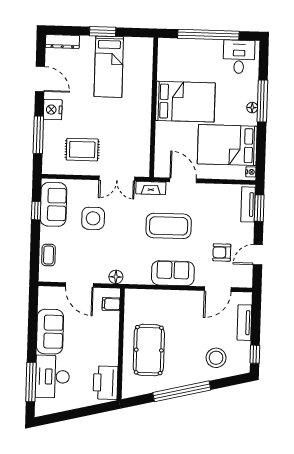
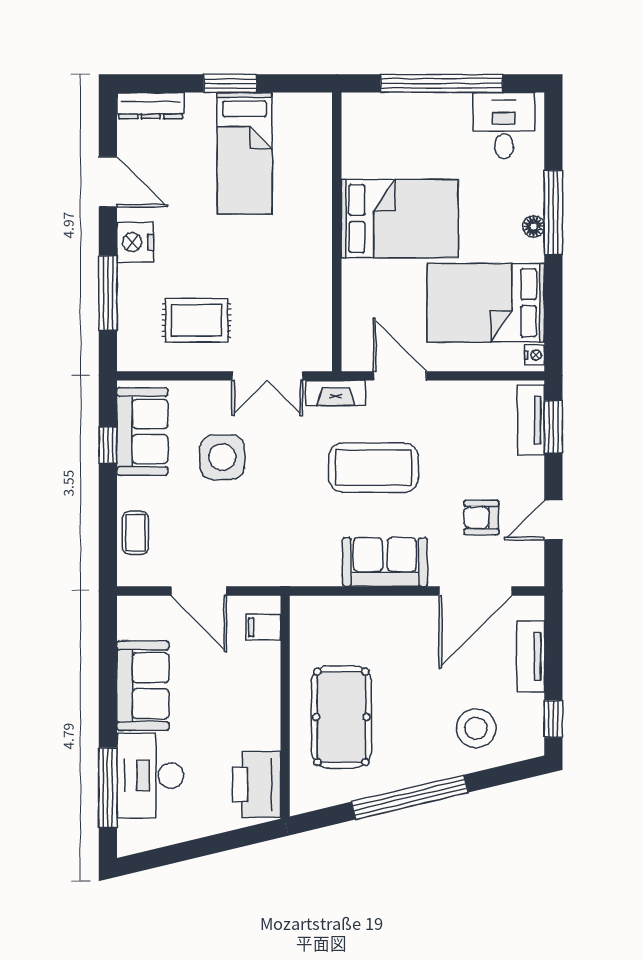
floor lamp: (116, 277) -> (271, 573), removed
door: (218, 289) -> (475, 591), width x1.36

